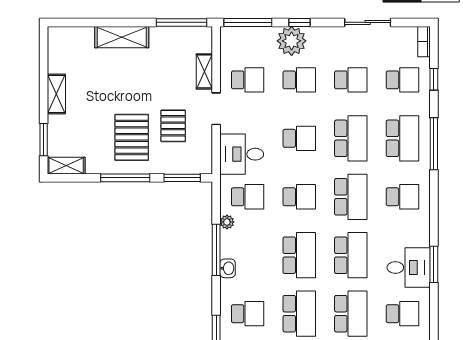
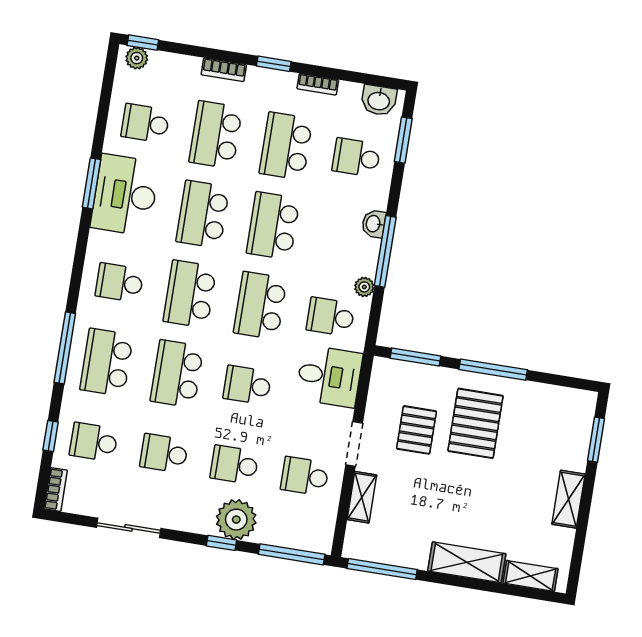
shelving: (66, 166) -> (531, 576), moved
school desk: (299, 197) -> (260, 305), width x1.85
desk: (409, 267) -> (125, 195), width x1.37

